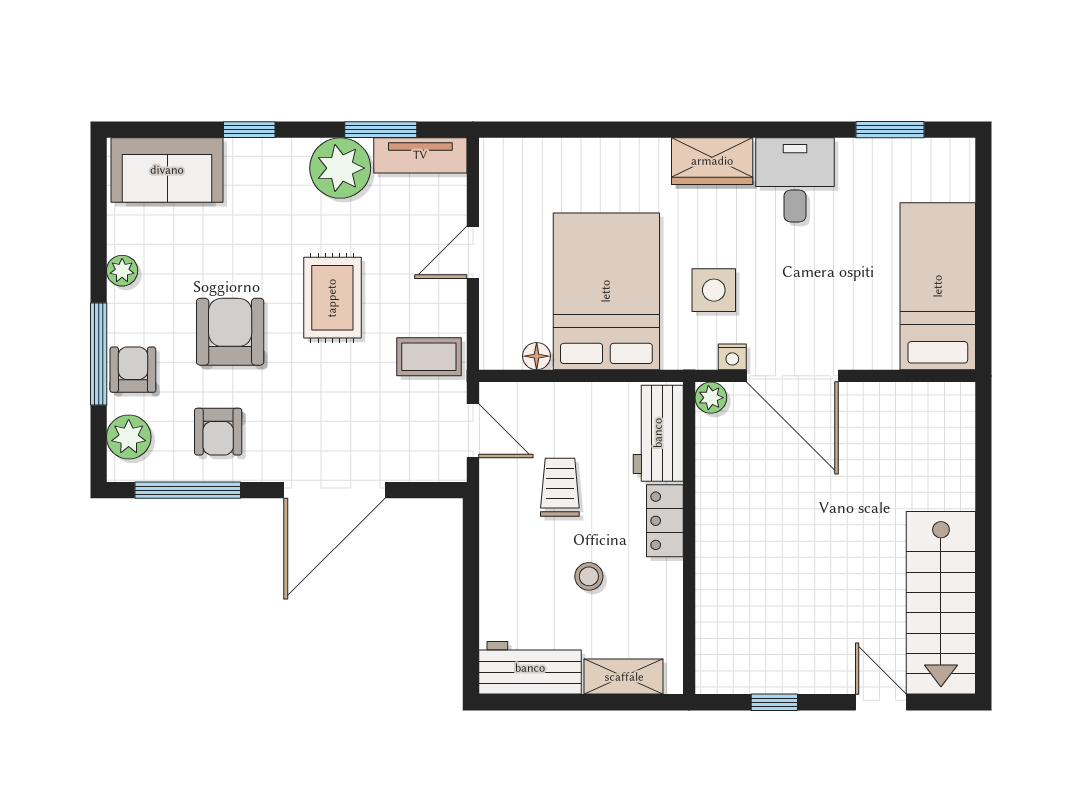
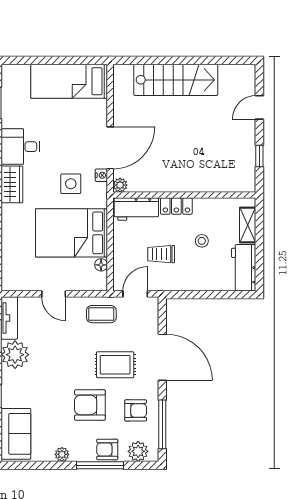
rug: (332, 298) -> (115, 365), moved
coffee table: (429, 357) -> (101, 314), turned 90
stairs: (941, 603) -> (176, 80), moved

